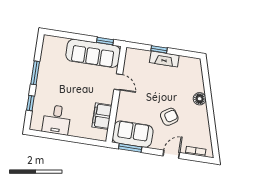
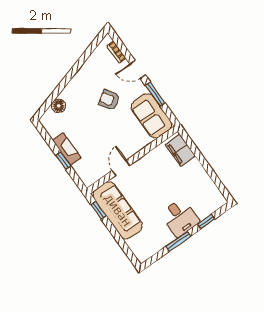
floor lamp: (200, 99) -> (59, 106), moved
filing cabinet: (102, 116) -> (180, 150), moved, turned 90
desk: (57, 120) -> (180, 217), moved, turned 90
window: (130, 148) -> (155, 94), moved

